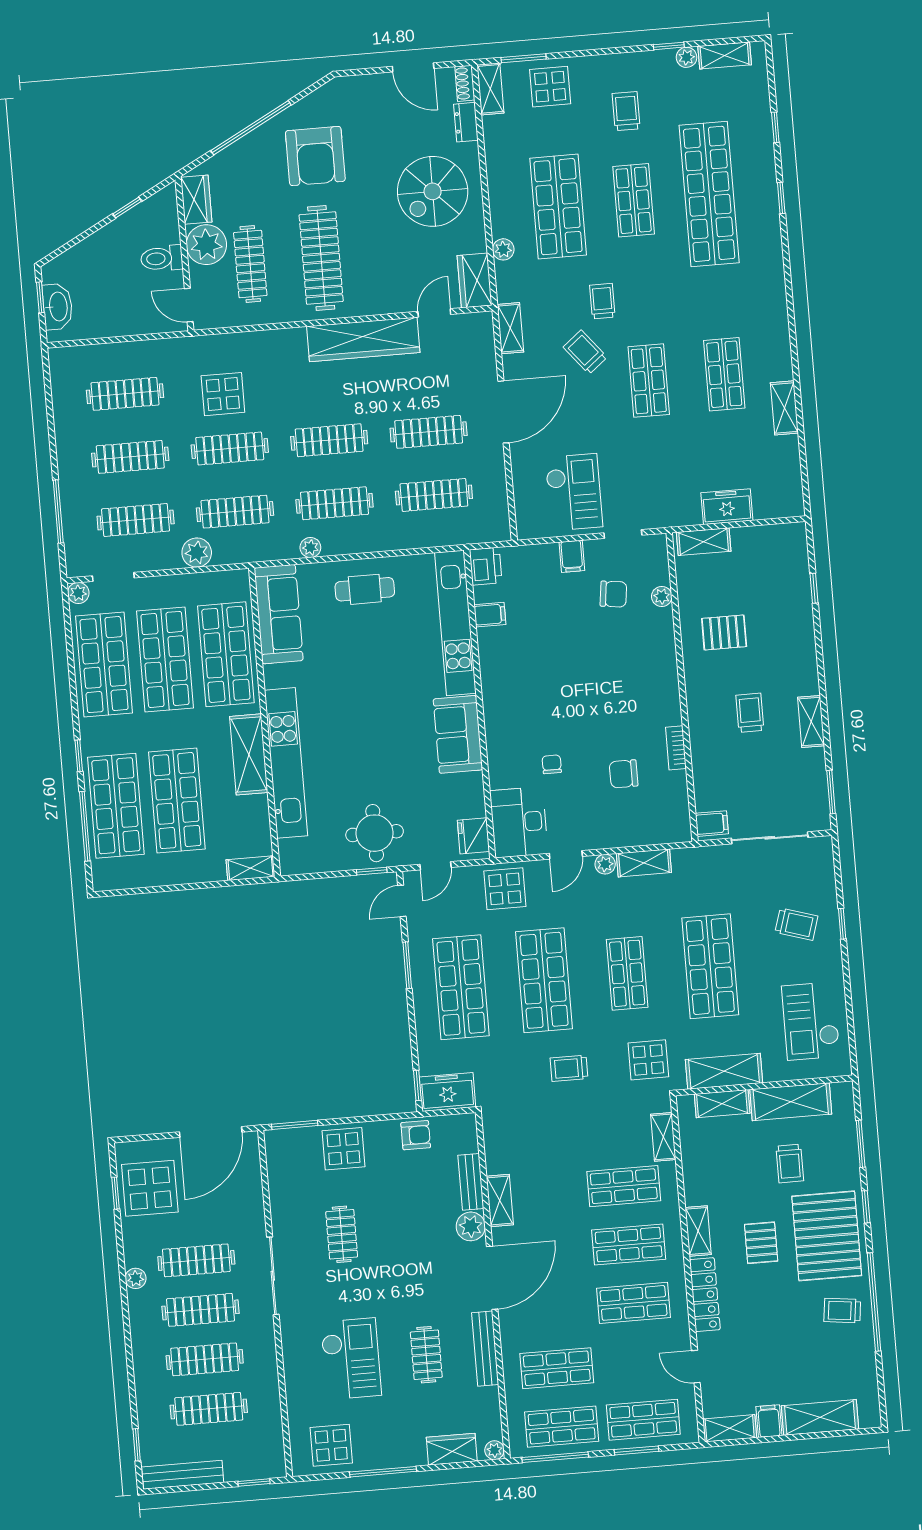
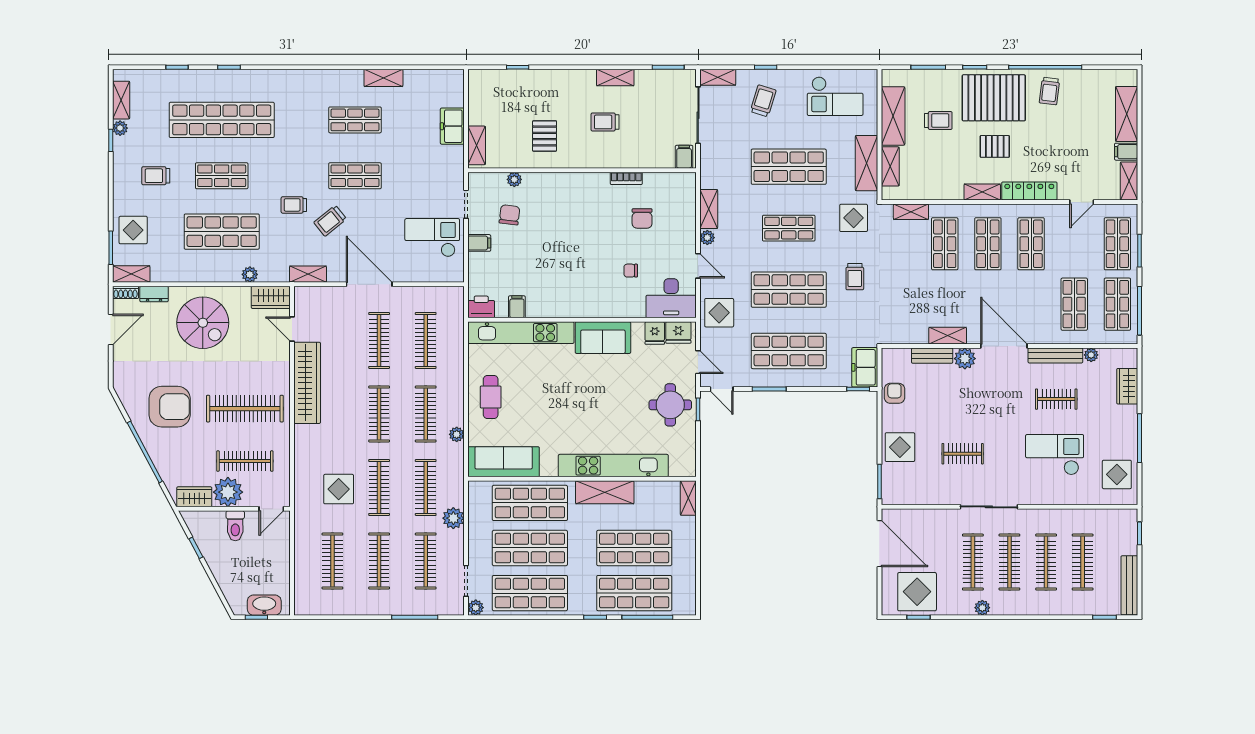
fridge: (470, 804) -> (655, 333), added
shelving: (823, 860) -> (718, 77), added
plant: (494, 1450) -> (1091, 355), moved

